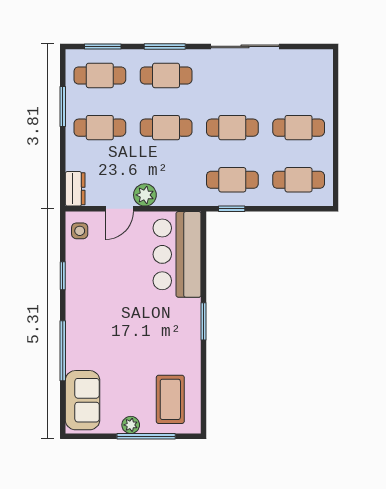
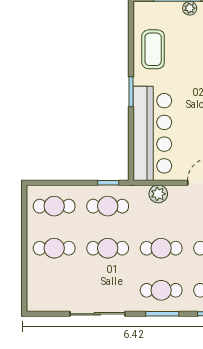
plant: (145, 195) -> (158, 194), moved
bar counter: (177, 254) -> (152, 133), width x1.36
coffee table: (170, 399) -> (153, 49), moved

